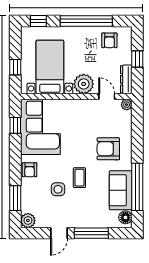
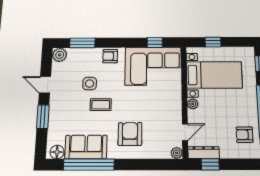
window: (137, 59) -> (210, 164), moved
plant: (84, 84) -> (193, 104), width x0.53, depth x0.53
window: (91, 233) -> (43, 117), width x0.69

